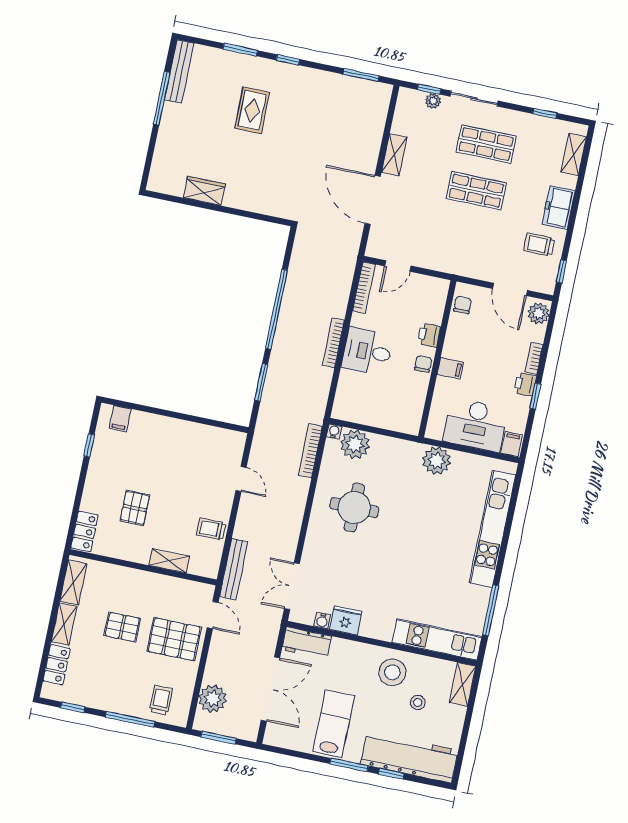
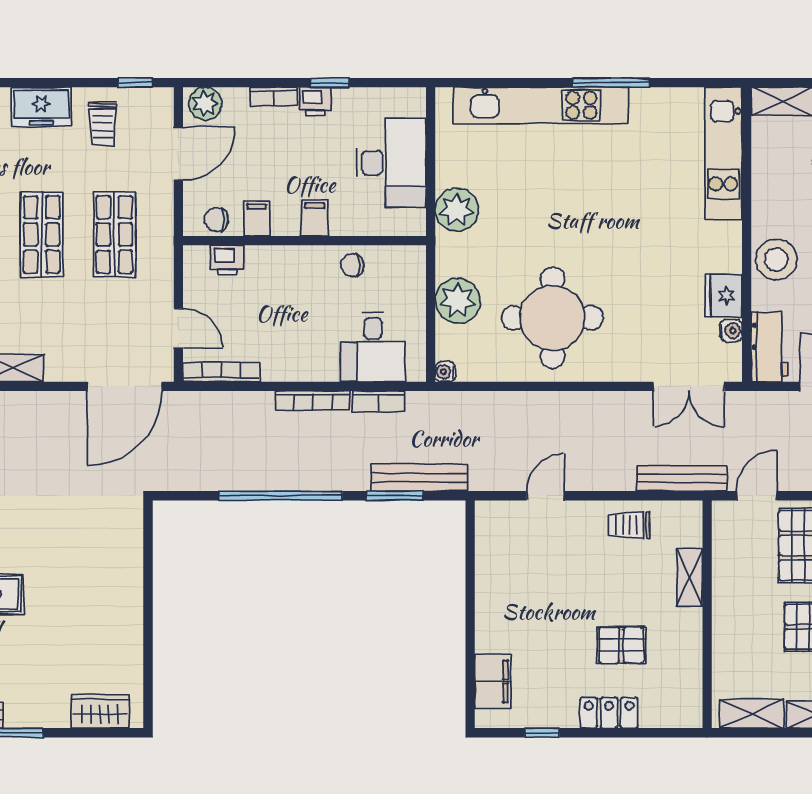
wardrobe: (204, 191) -> (100, 711), moved, turned 90
door: (373, 200) -> (125, 386), moved
shop shelf: (467, 237) -> (114, 234), added
printer: (429, 335) -> (227, 260), moved
desk: (367, 351) -> (373, 347), moved
chair: (423, 364) -> (352, 265), moved
bench: (269, 401) -> (419, 478), added
filing cabinet: (120, 419) -> (493, 681), width x2.00
plant: (355, 444) -> (458, 301), moved
filing cabinet: (512, 444) -> (257, 219), moved, turned 90
bookcase: (310, 451) -> (378, 401), moved, width x0.64
round table: (354, 508) -> (552, 318), width x1.36, depth x1.36
trolley: (211, 529) -> (629, 525), turned 90
locker: (85, 531) -> (609, 713), moved
window: (491, 610) -> (611, 83), moved
stool: (392, 672) -> (776, 259), moved

